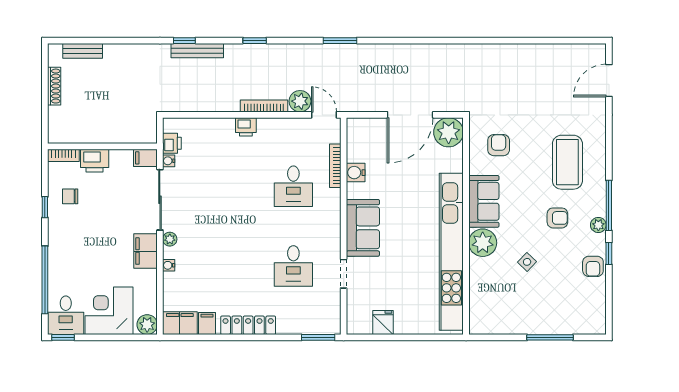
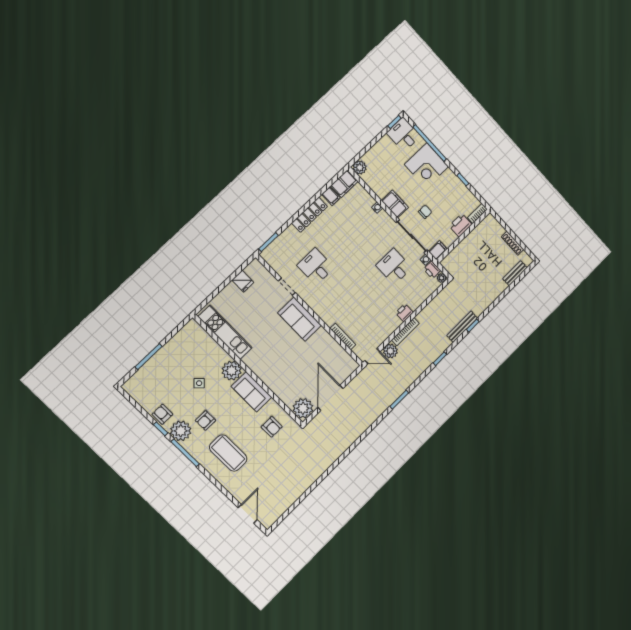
water cooler: (356, 173) -> (330, 343), removed
desk: (293, 186) -> (394, 267), moved
chair: (70, 196) -> (425, 212), moved
plant: (598, 225) -> (181, 431), width x1.88, depth x1.88
plant: (170, 239) -> (442, 278), moved
kitchen unit: (451, 252) -> (225, 332), width x0.54
corner desk: (109, 311) -> (426, 165), moved, turned 90

